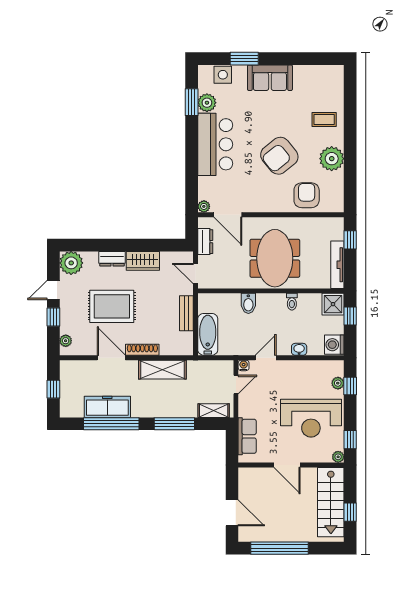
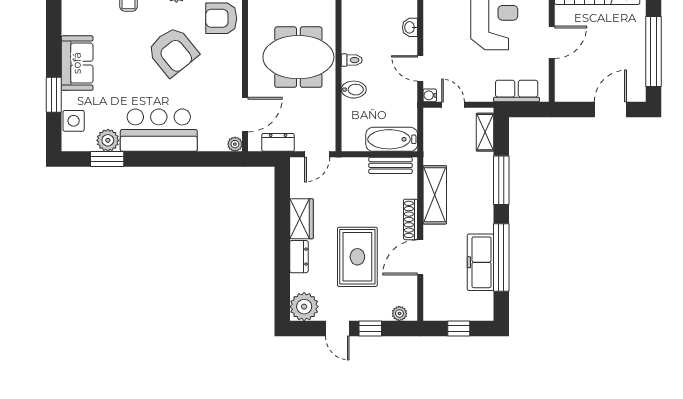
toilet: (292, 302) -> (352, 60), moved
bench: (186, 313) -> (390, 165), moved

